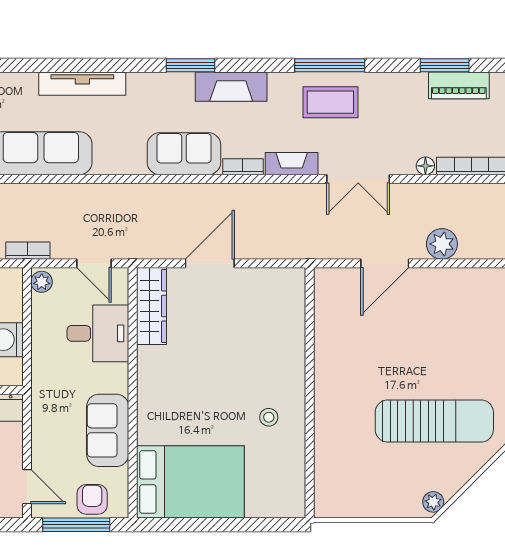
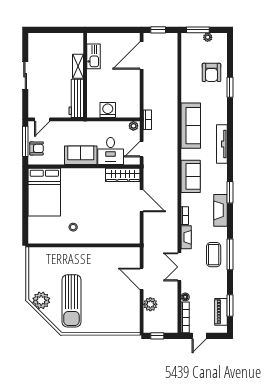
sofa: (184, 154) -> (191, 176), moved
sofa: (108, 430) -> (81, 155), moved
plant: (433, 502) -> (41, 300), width x1.87, depth x1.87

